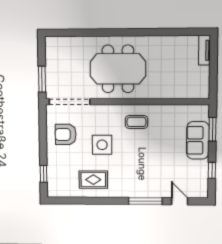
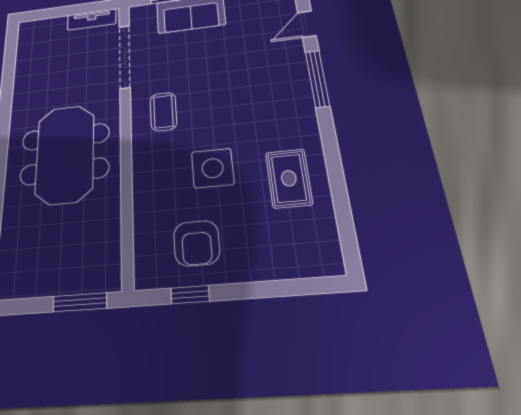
tv unit: (204, 50) -> (92, 19), moved
doorway: (70, 102) -> (125, 57), moved
window: (44, 174) -> (190, 295), moved

